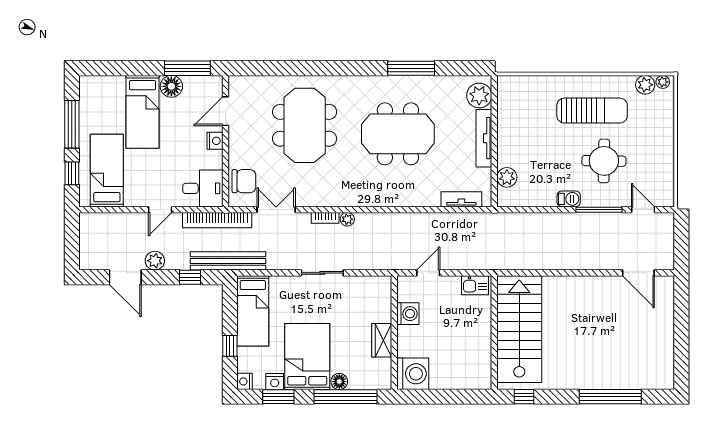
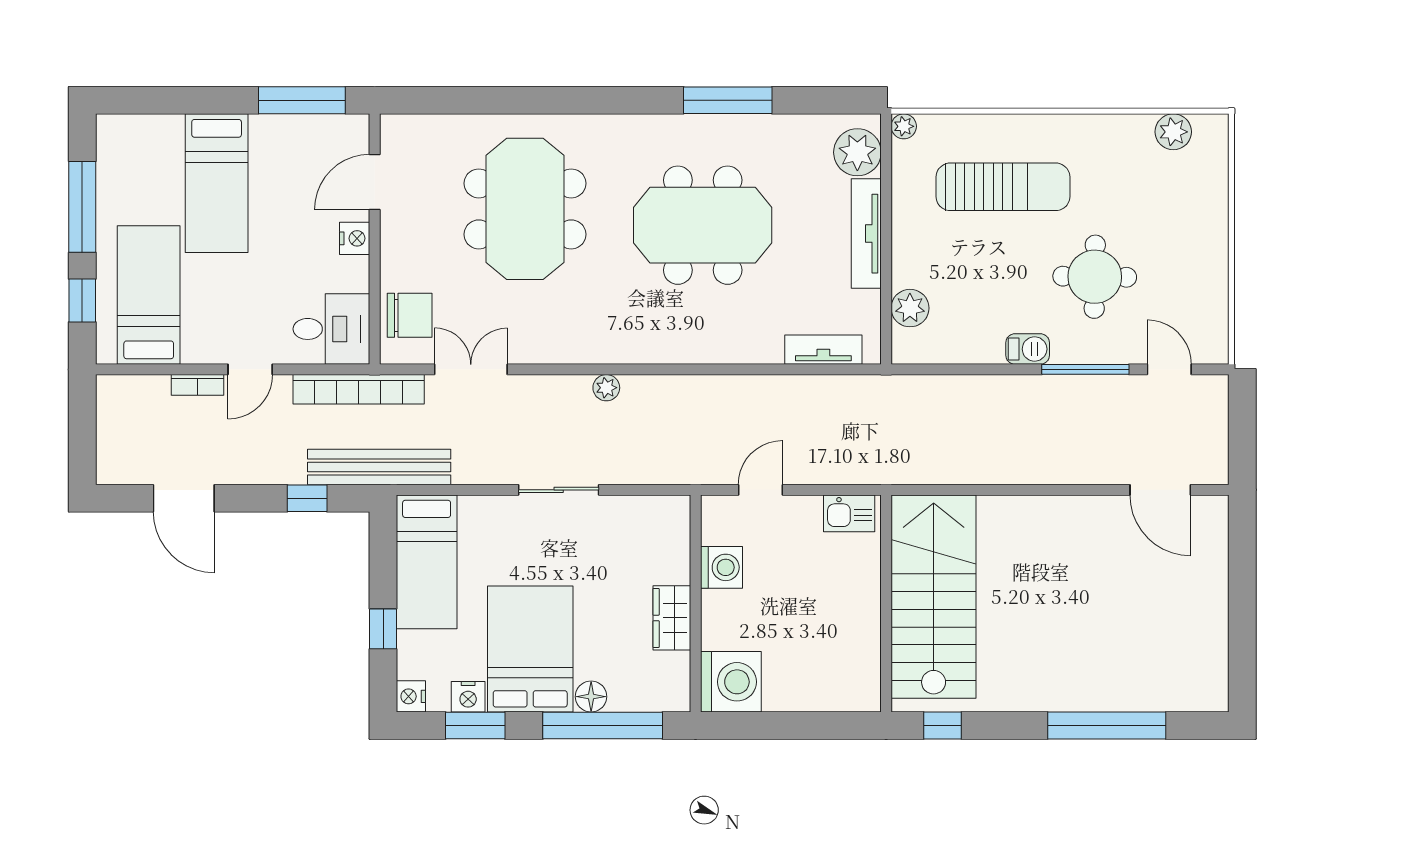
plant: (663, 82) -> (904, 126), moved
floor lamp: (171, 86) -> (272, 135), removed
sun lounger: (592, 111) -> (1003, 187), moved
bookcase: (325, 218) -> (197, 385), moved
plant: (155, 261) -> (240, 467), removed

